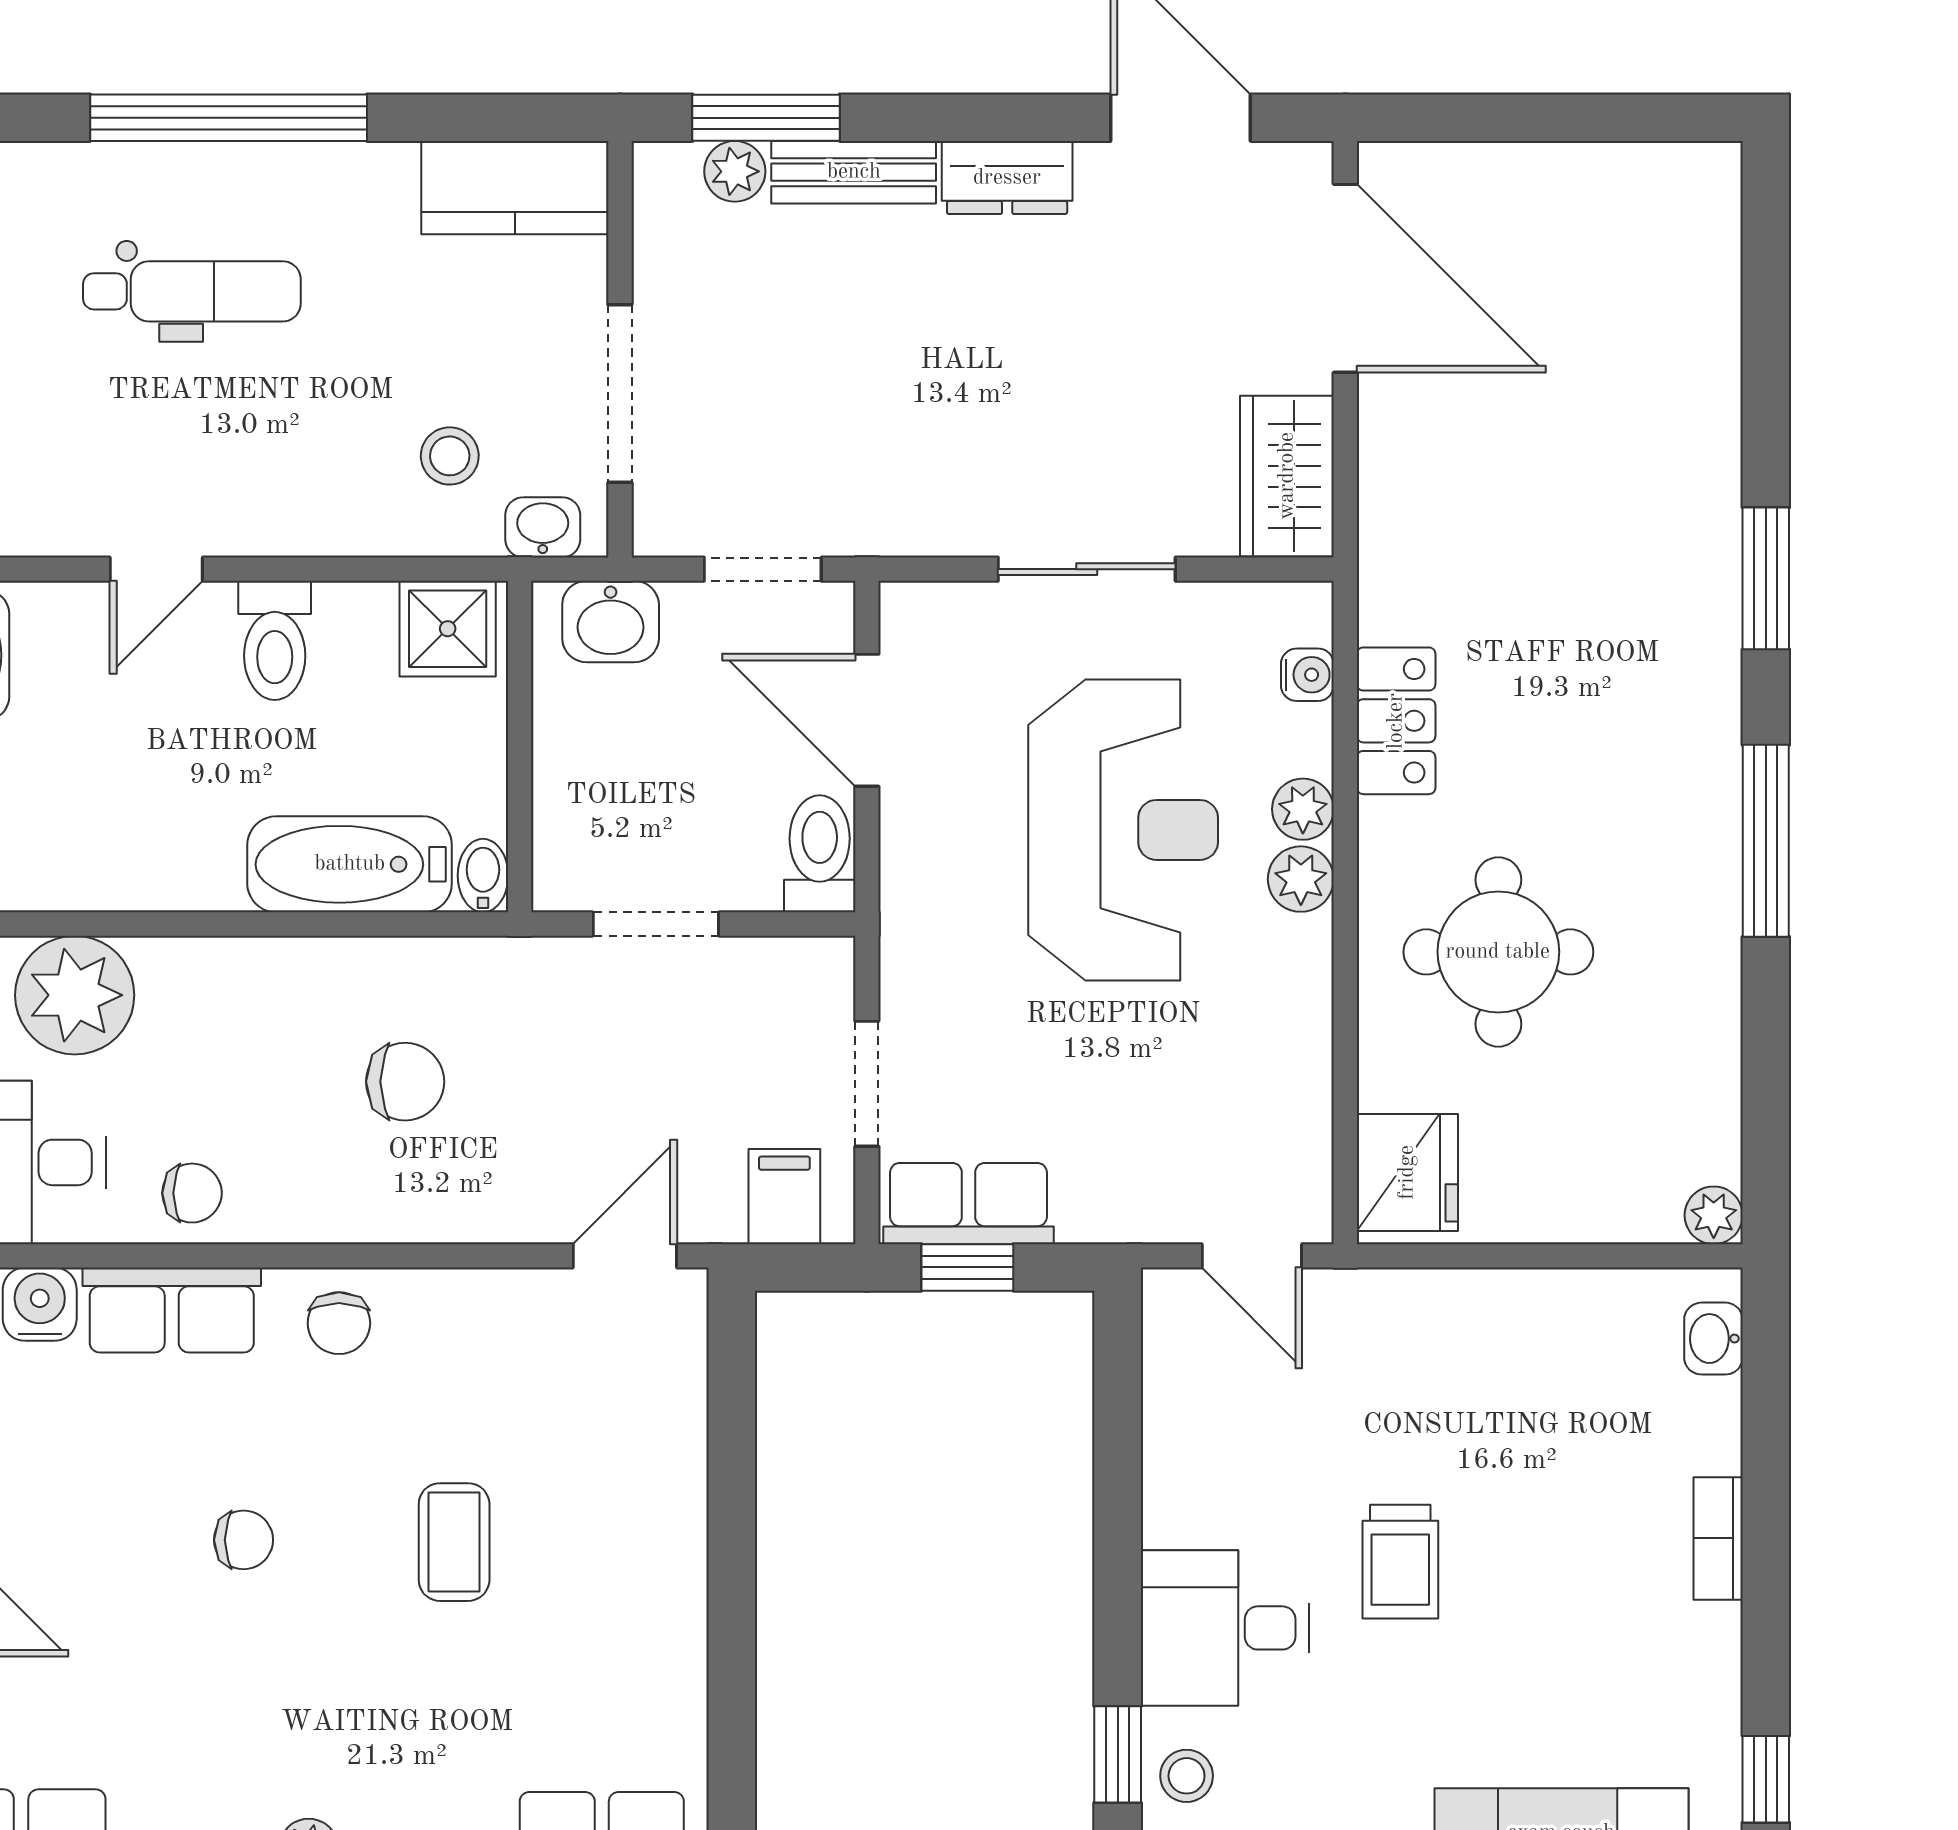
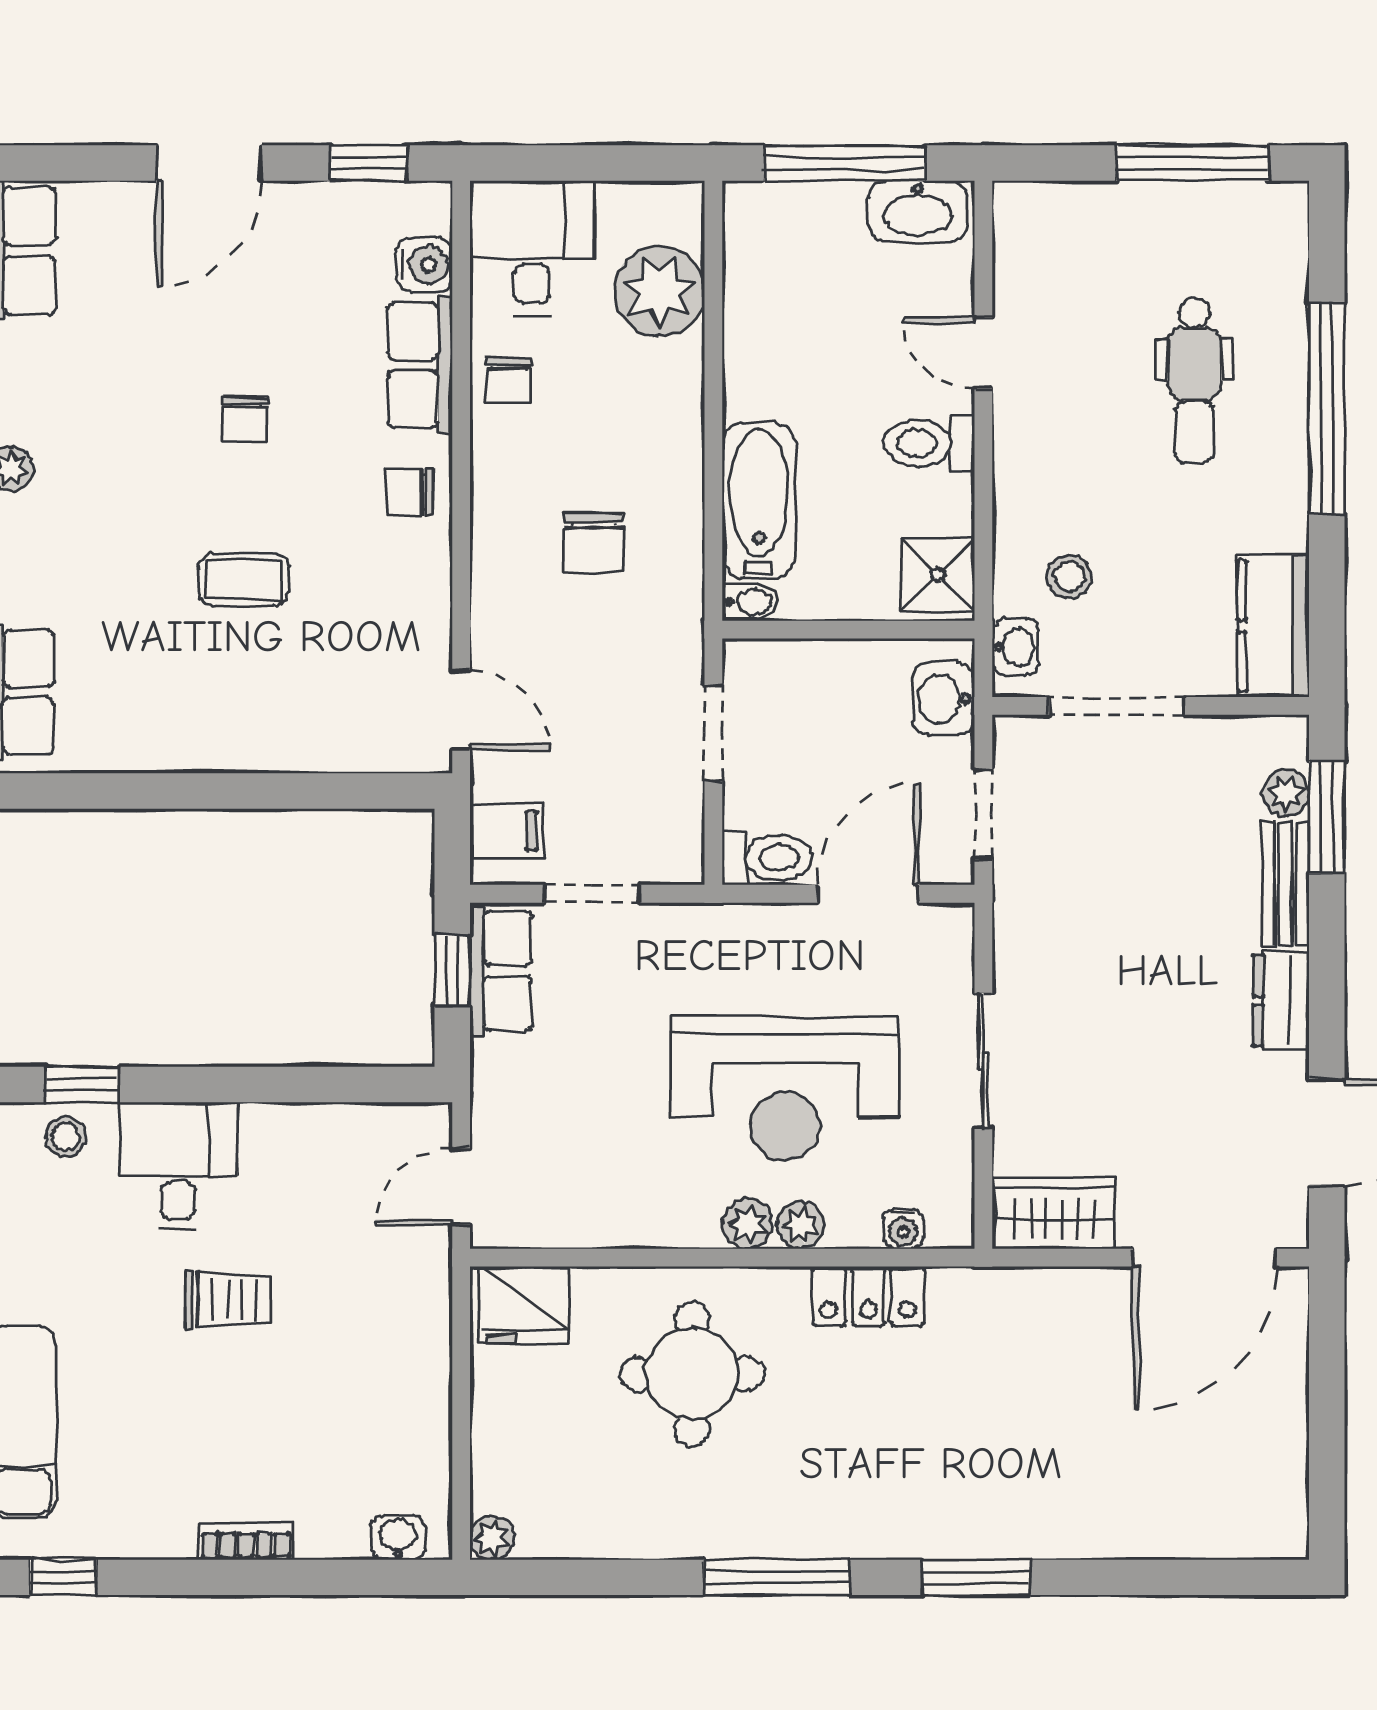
trolley: (1400, 1562) -> (229, 1299), turned 180

